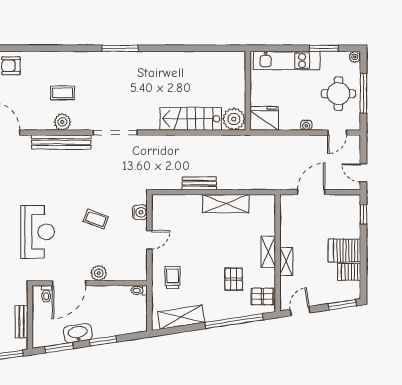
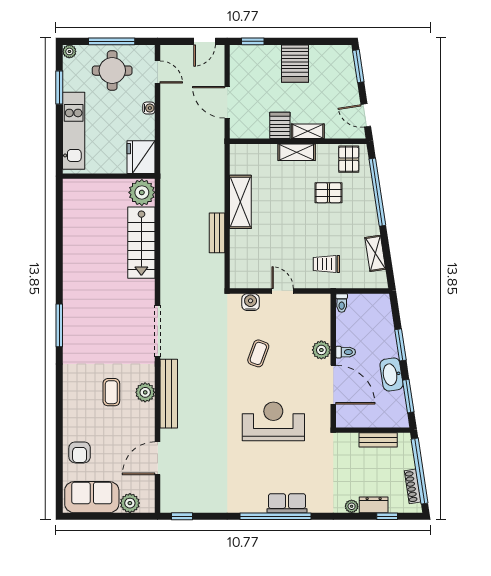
server rack: (349, 272) -> (280, 125), moved, turned 180
toilet: (46, 294) -> (346, 352), moved
shelving: (181, 317) -> (375, 253), width x0.67, depth x0.75

